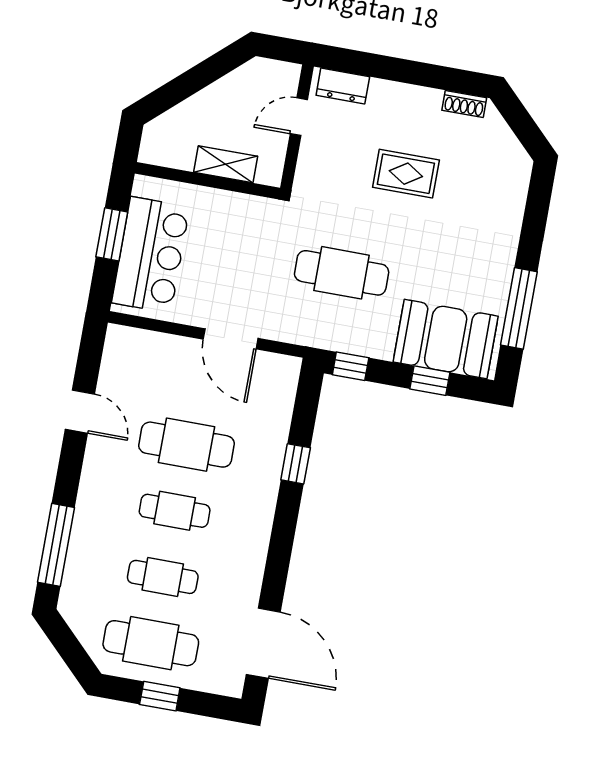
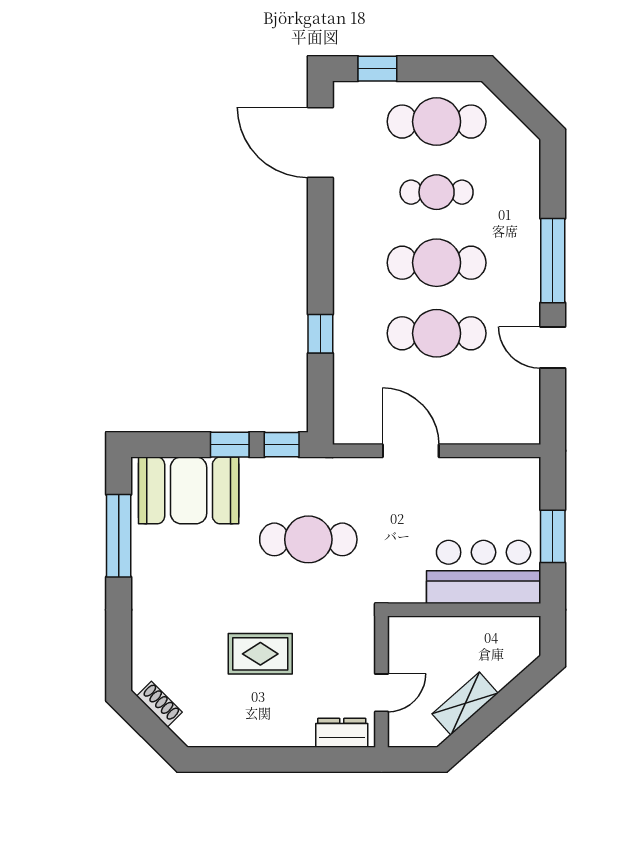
shoe rack: (464, 104) -> (159, 704), moved, turned 45
shelving: (226, 164) -> (465, 704), moved, turned -42
bar counter: (151, 255) -> (484, 572), moved, turned 90
window: (430, 381) -> (230, 445), moved
cafe table: (175, 511) -> (437, 263), width x1.37, depth x1.35
window: (56, 545) -> (553, 261), moved
window: (160, 696) -> (377, 69), moved

